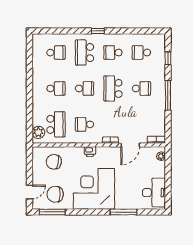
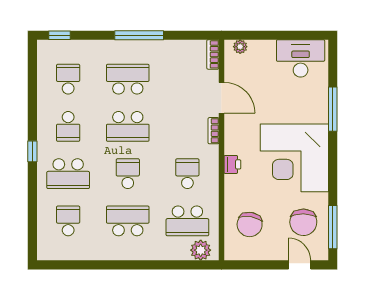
school desk: (141, 53) -> (68, 79), turned 180
window: (168, 58) -> (59, 35), moved
school desk: (56, 88) -> (128, 221), width x1.85
school desk: (141, 88) -> (128, 79), width x1.85
school desk: (56, 124) -> (187, 221), turned 180
school desk: (84, 124) -> (187, 174), turned 180

